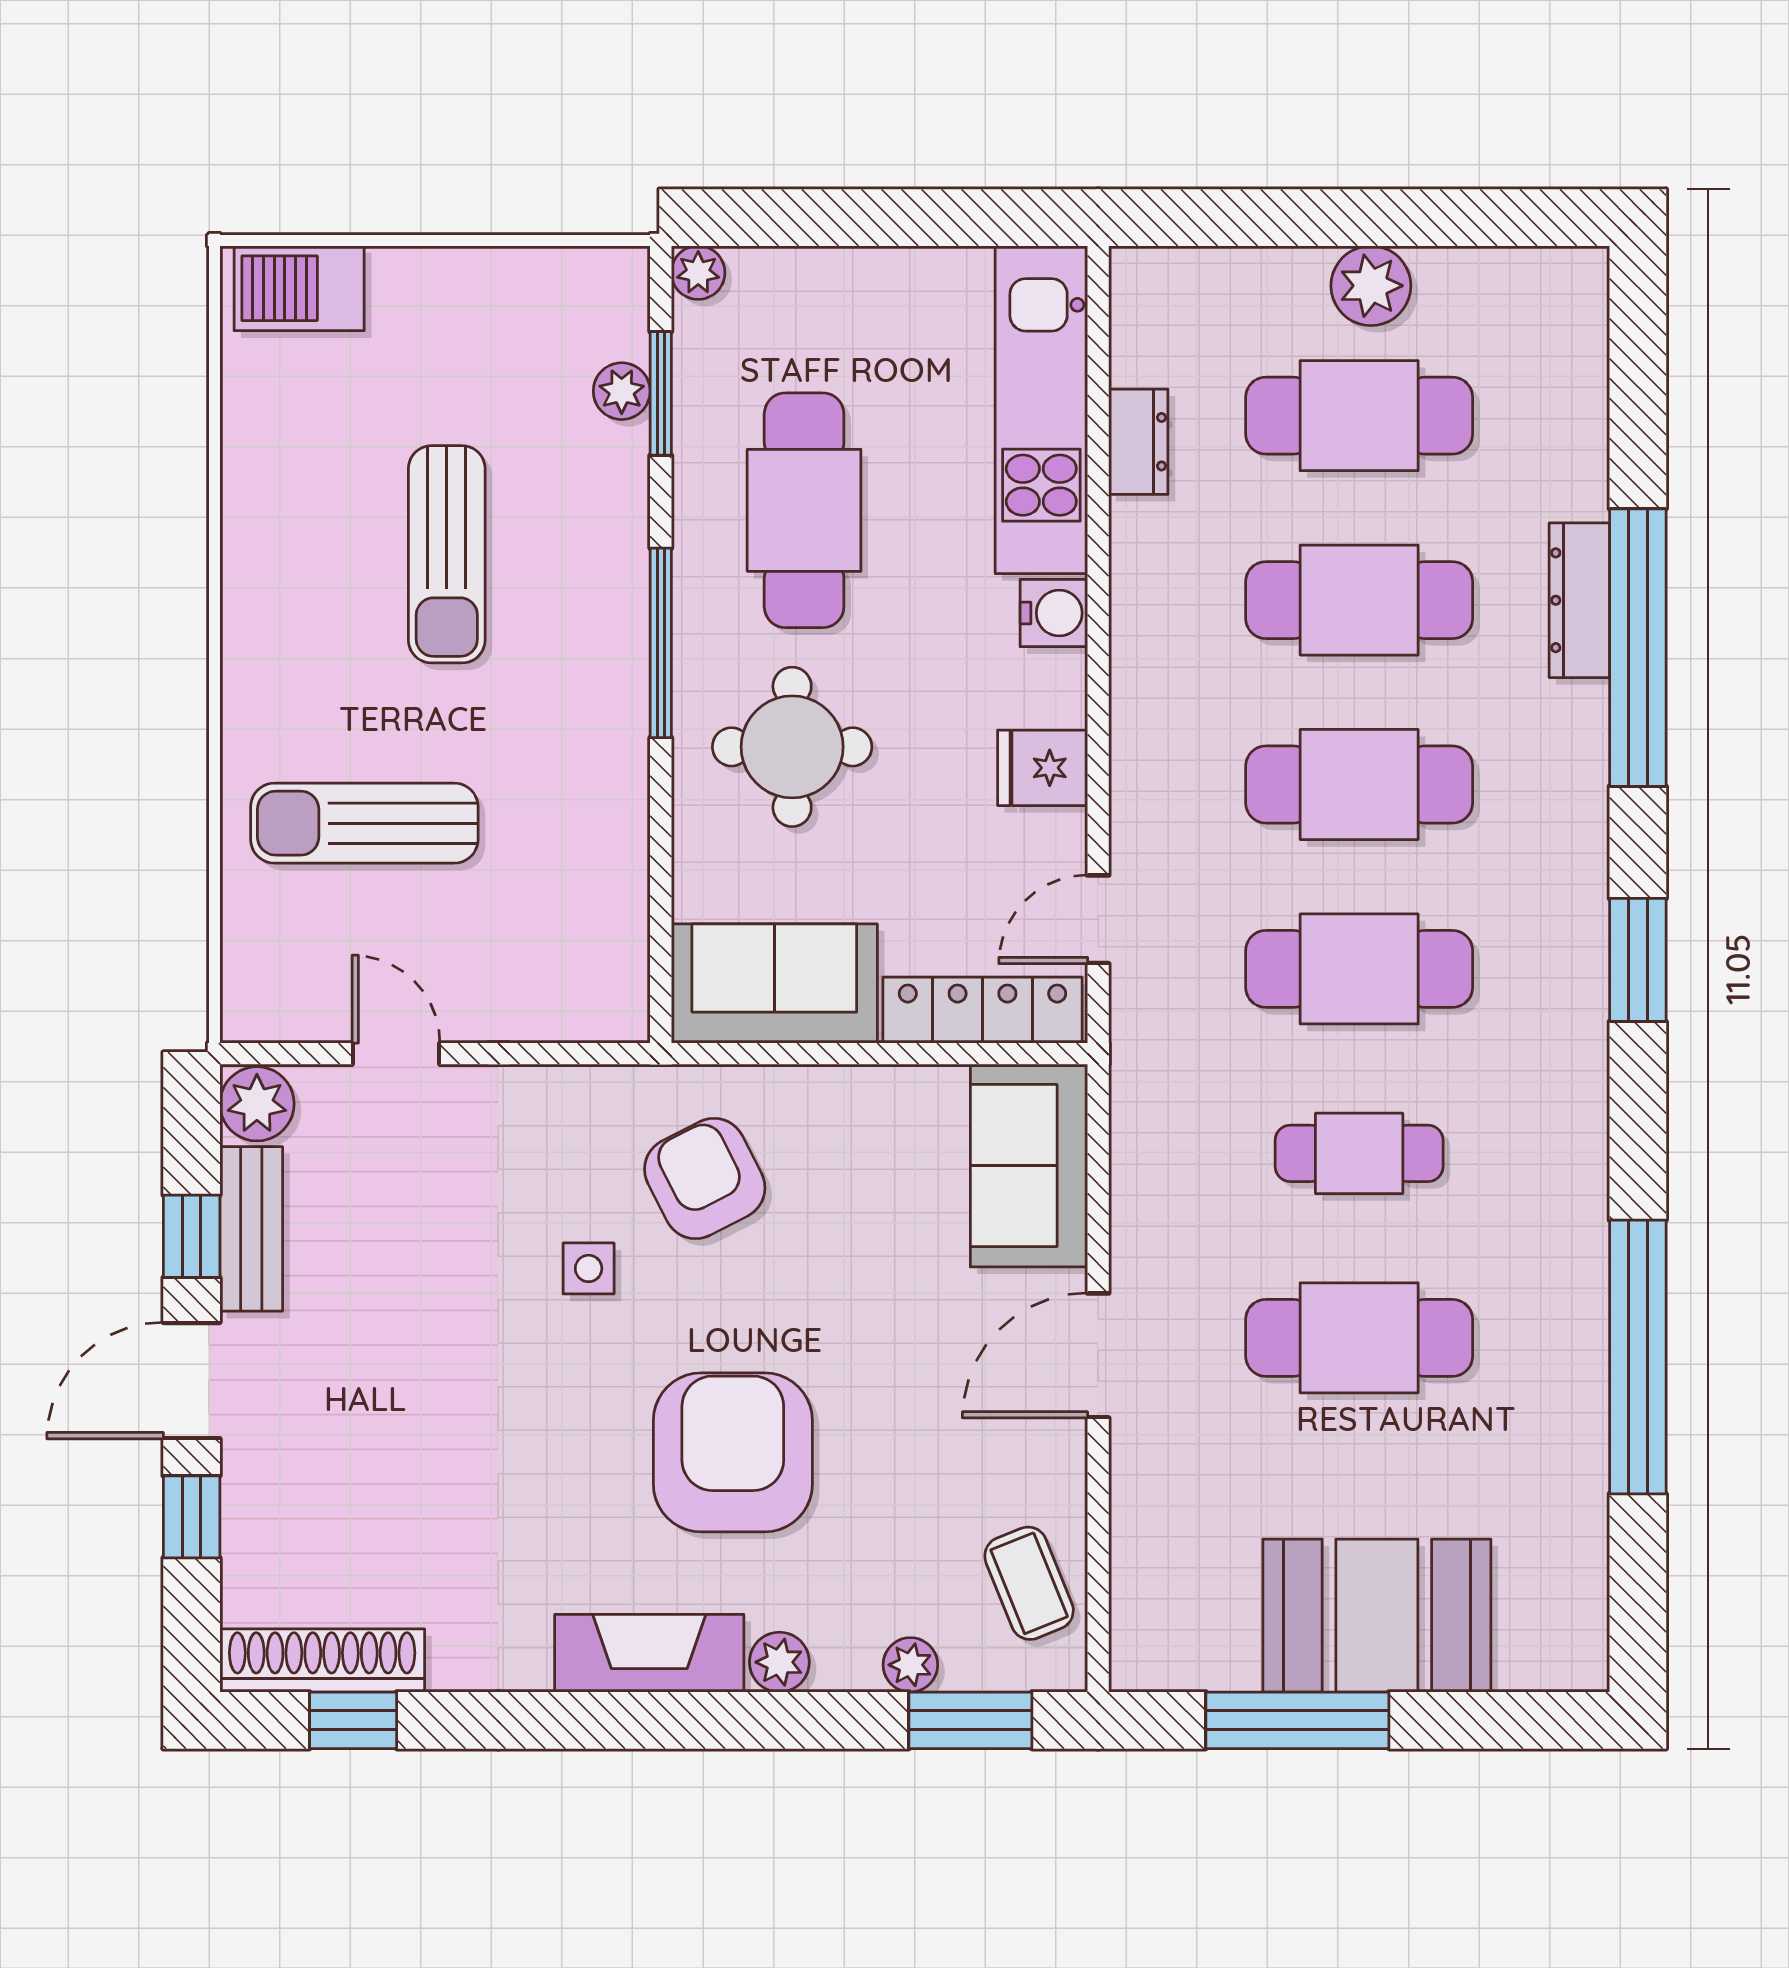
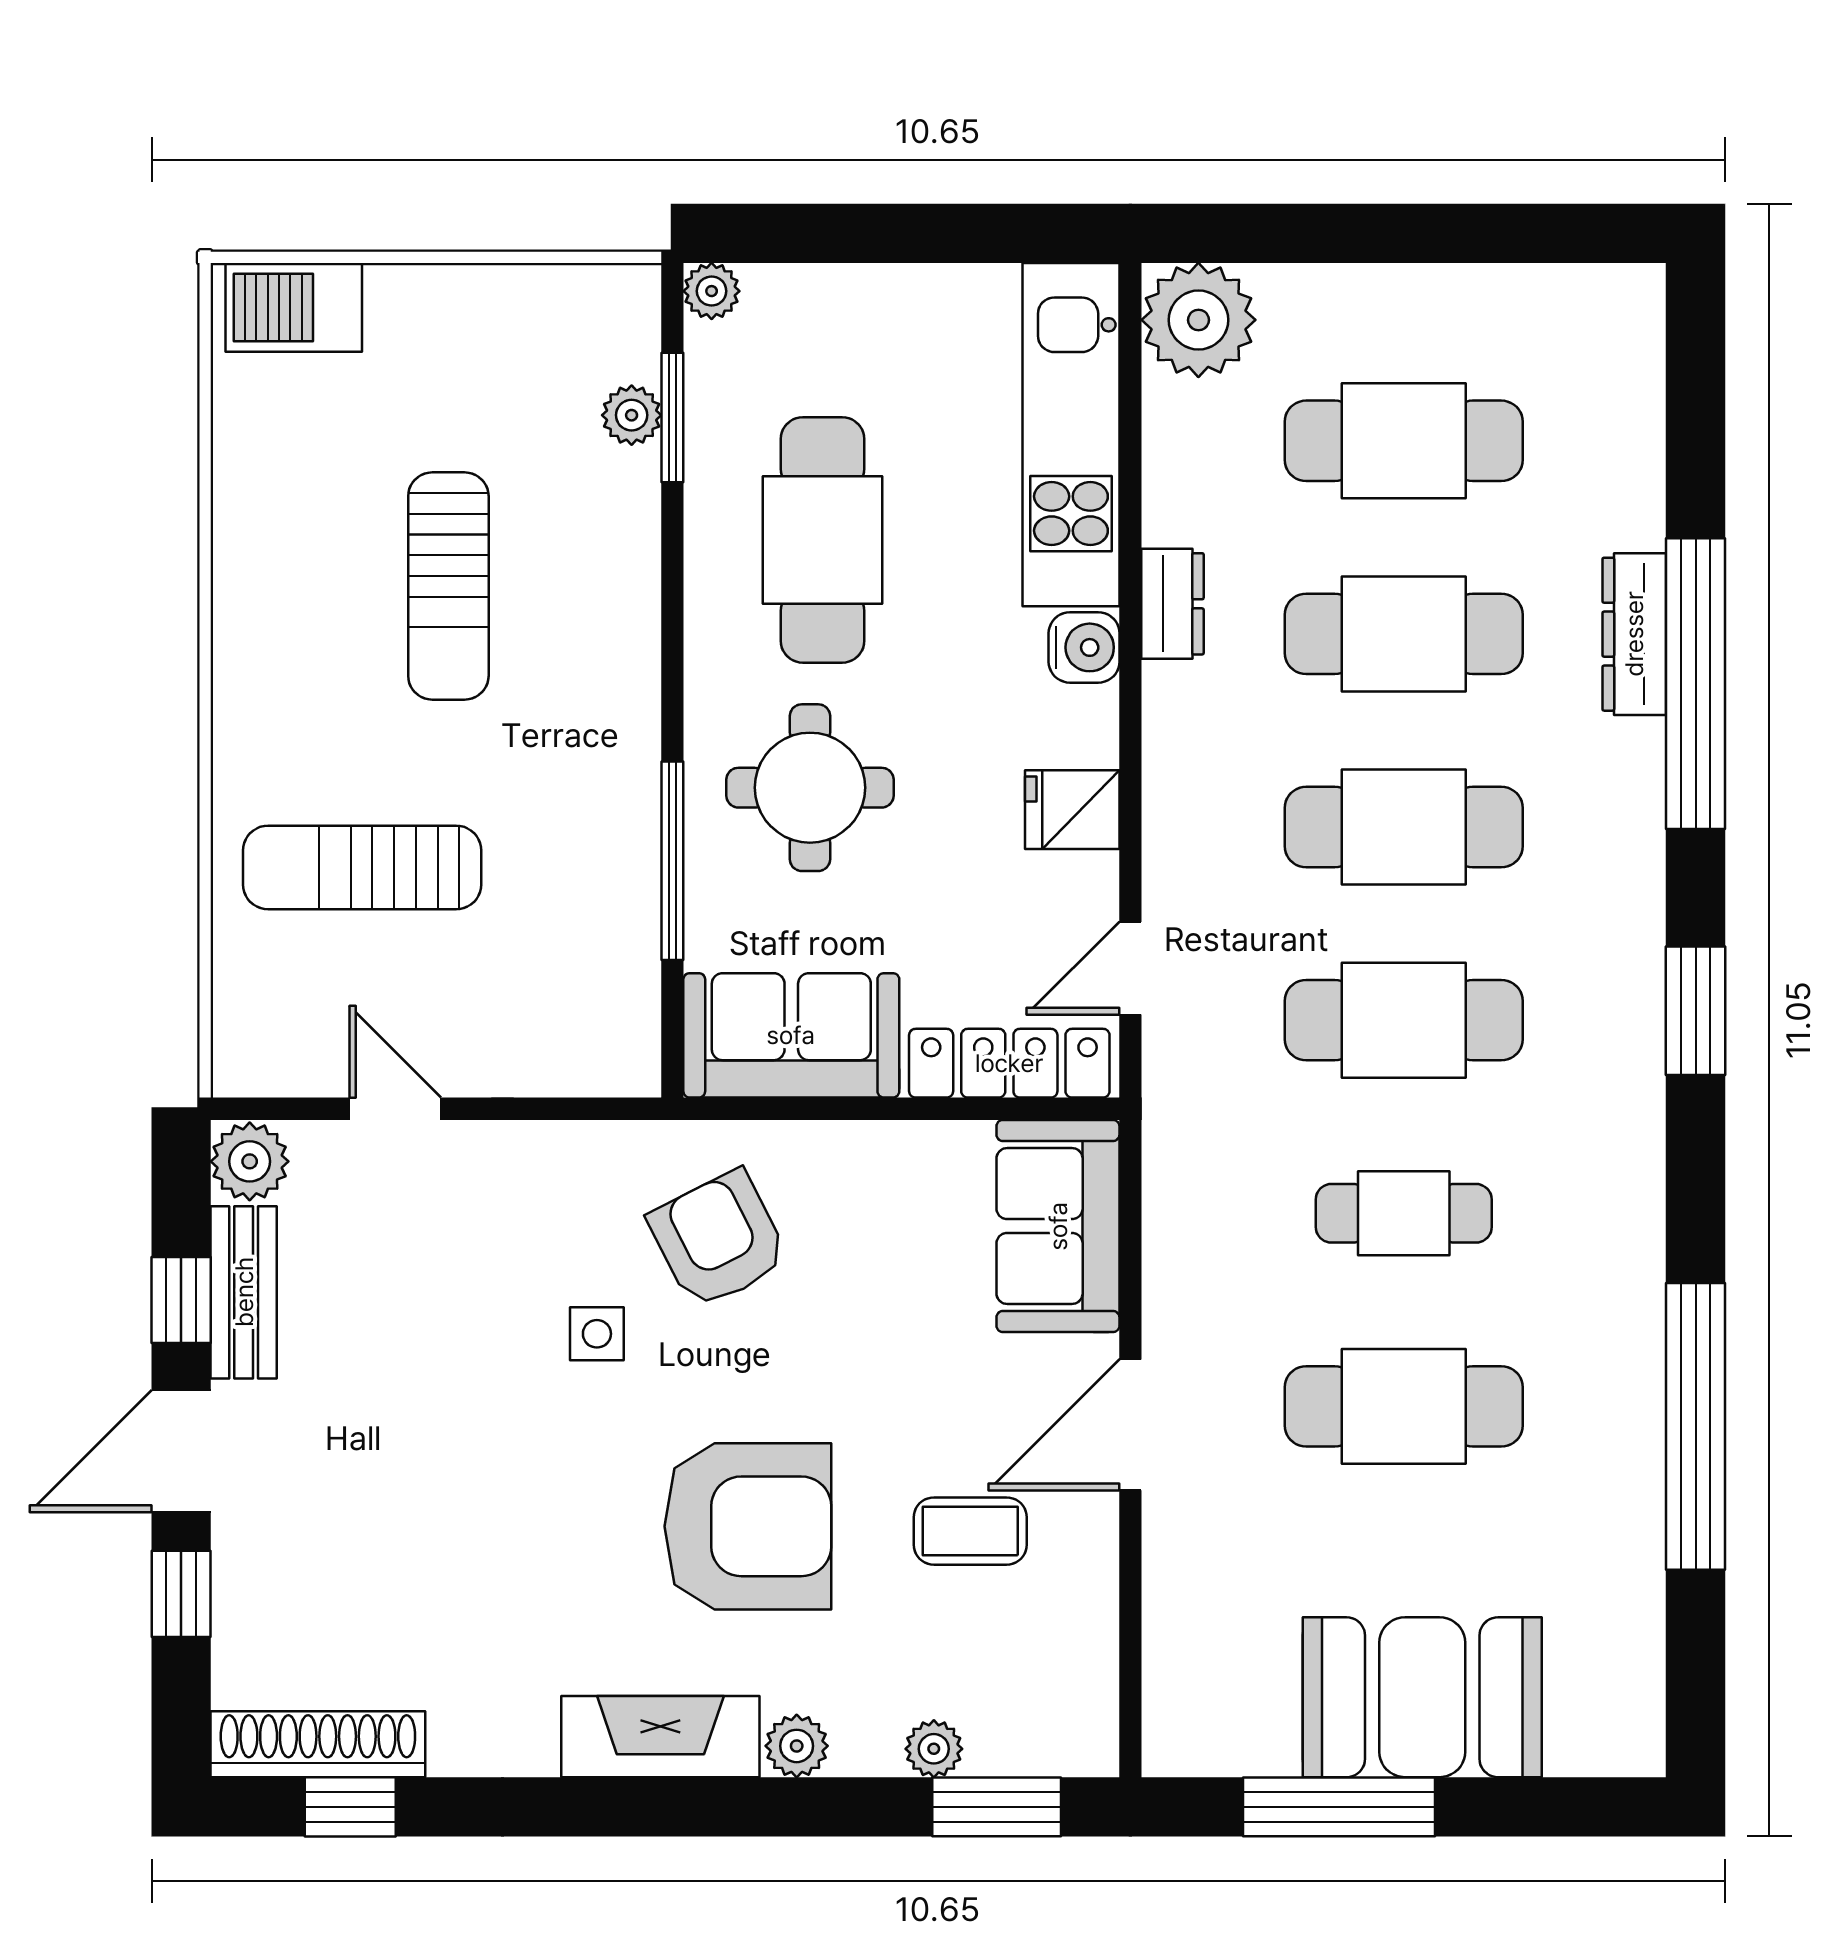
plant: (1371, 286) -> (1198, 320), moved, width x1.36, depth x1.36
dresser: (1138, 442) -> (1173, 604), moved
window: (661, 643) -> (672, 861), moved
armchair: (733, 1452) -> (748, 1526), turned 90
coffee table: (1029, 1583) -> (970, 1531), moved, turned -68

